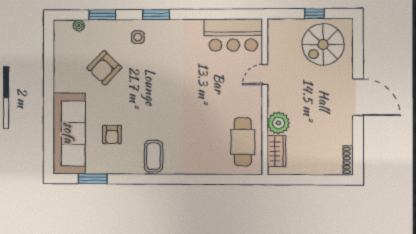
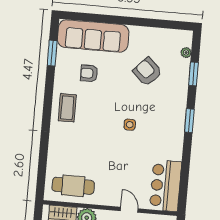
side table: (138, 37) -> (130, 125), moved
coffee table: (154, 156) -> (67, 108), turned 90

